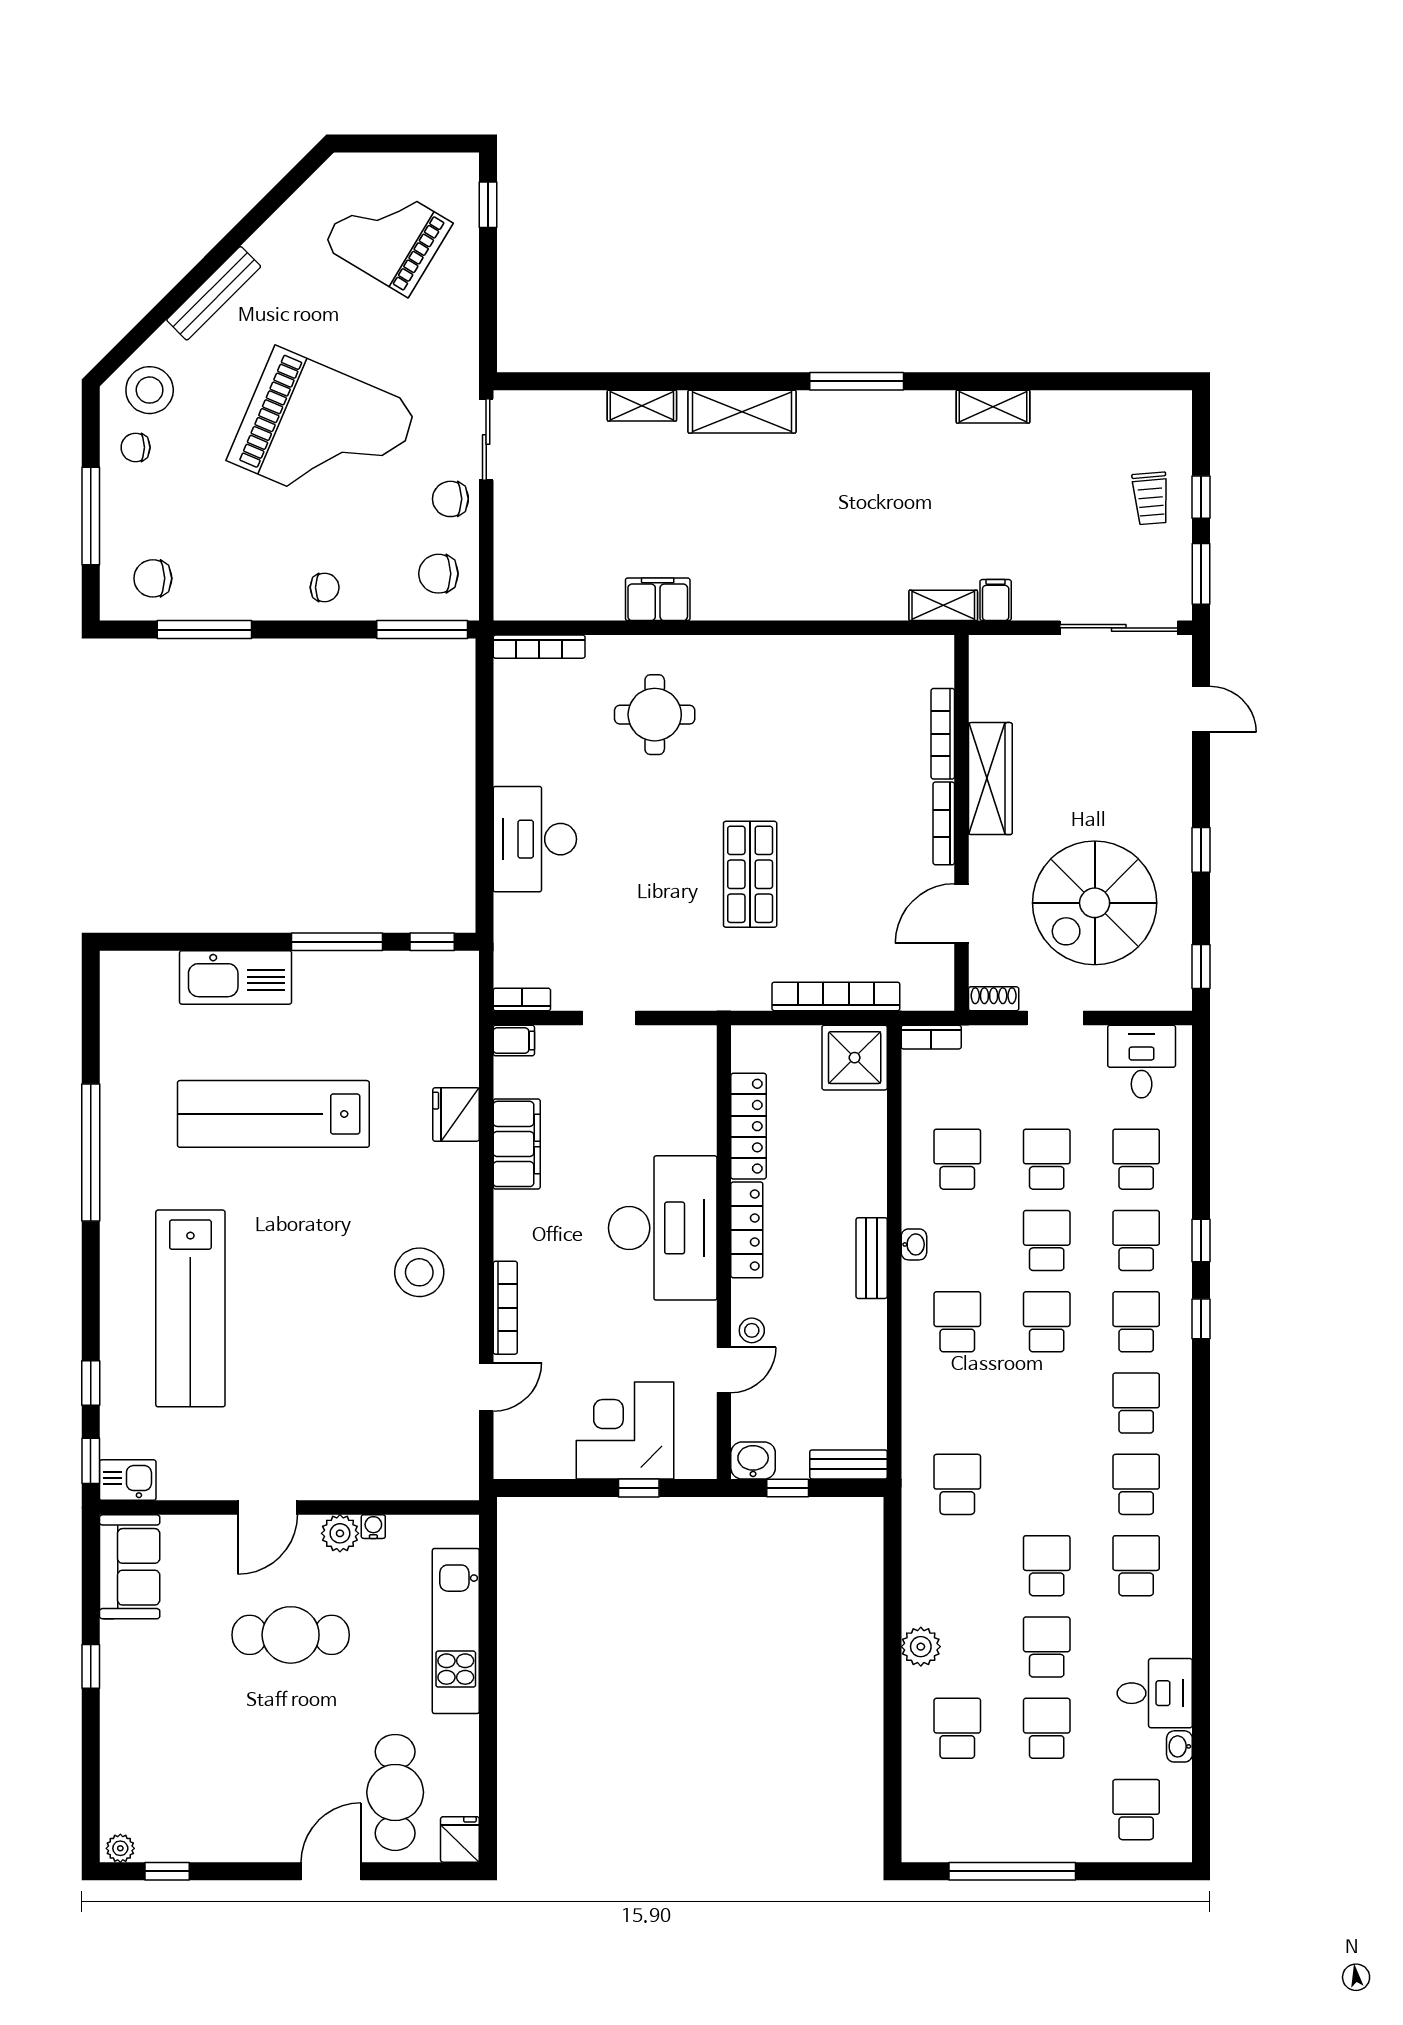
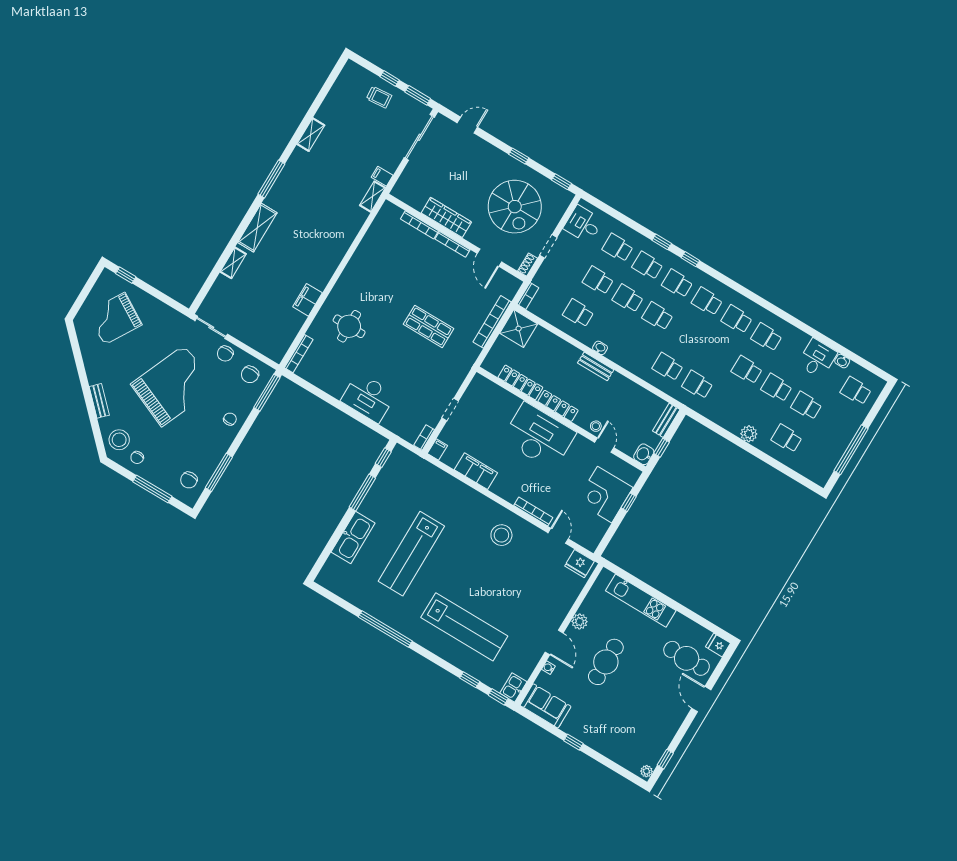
bench: (214, 293) -> (99, 401), width x0.73
fridge: (456, 1115) -> (579, 564), moved
school desk: (957, 1322) -> (668, 367), moved
water cooler: (373, 1527) -> (548, 668), moved

